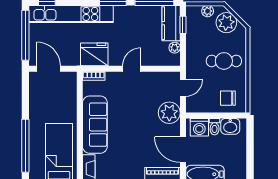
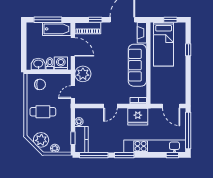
window: (25, 146) -> (188, 50), width x0.32

